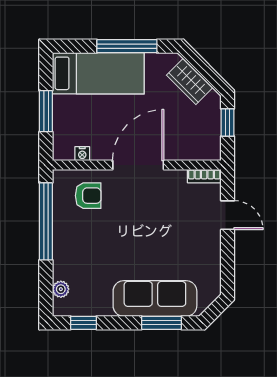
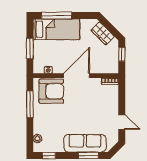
window: (127, 46) -> (56, 16), moved
armchair: (88, 196) -> (51, 91), width x1.88, depth x1.88
door: (227, 215) -> (122, 122), moved
window: (46, 221) -> (30, 104), width x0.68

